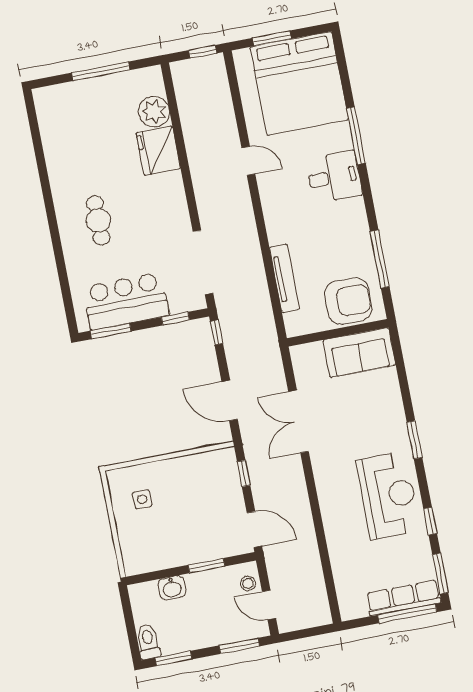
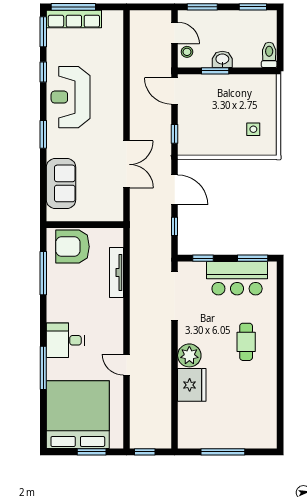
plant: (154, 112) -> (189, 355), moved
window: (216, 332) -> (175, 226), moved
sofa: (359, 353) -> (61, 183), moved, turned 90
washbasin: (172, 588) -> (222, 59), moved
toilet: (148, 642) -> (269, 55), moved, turned 180

